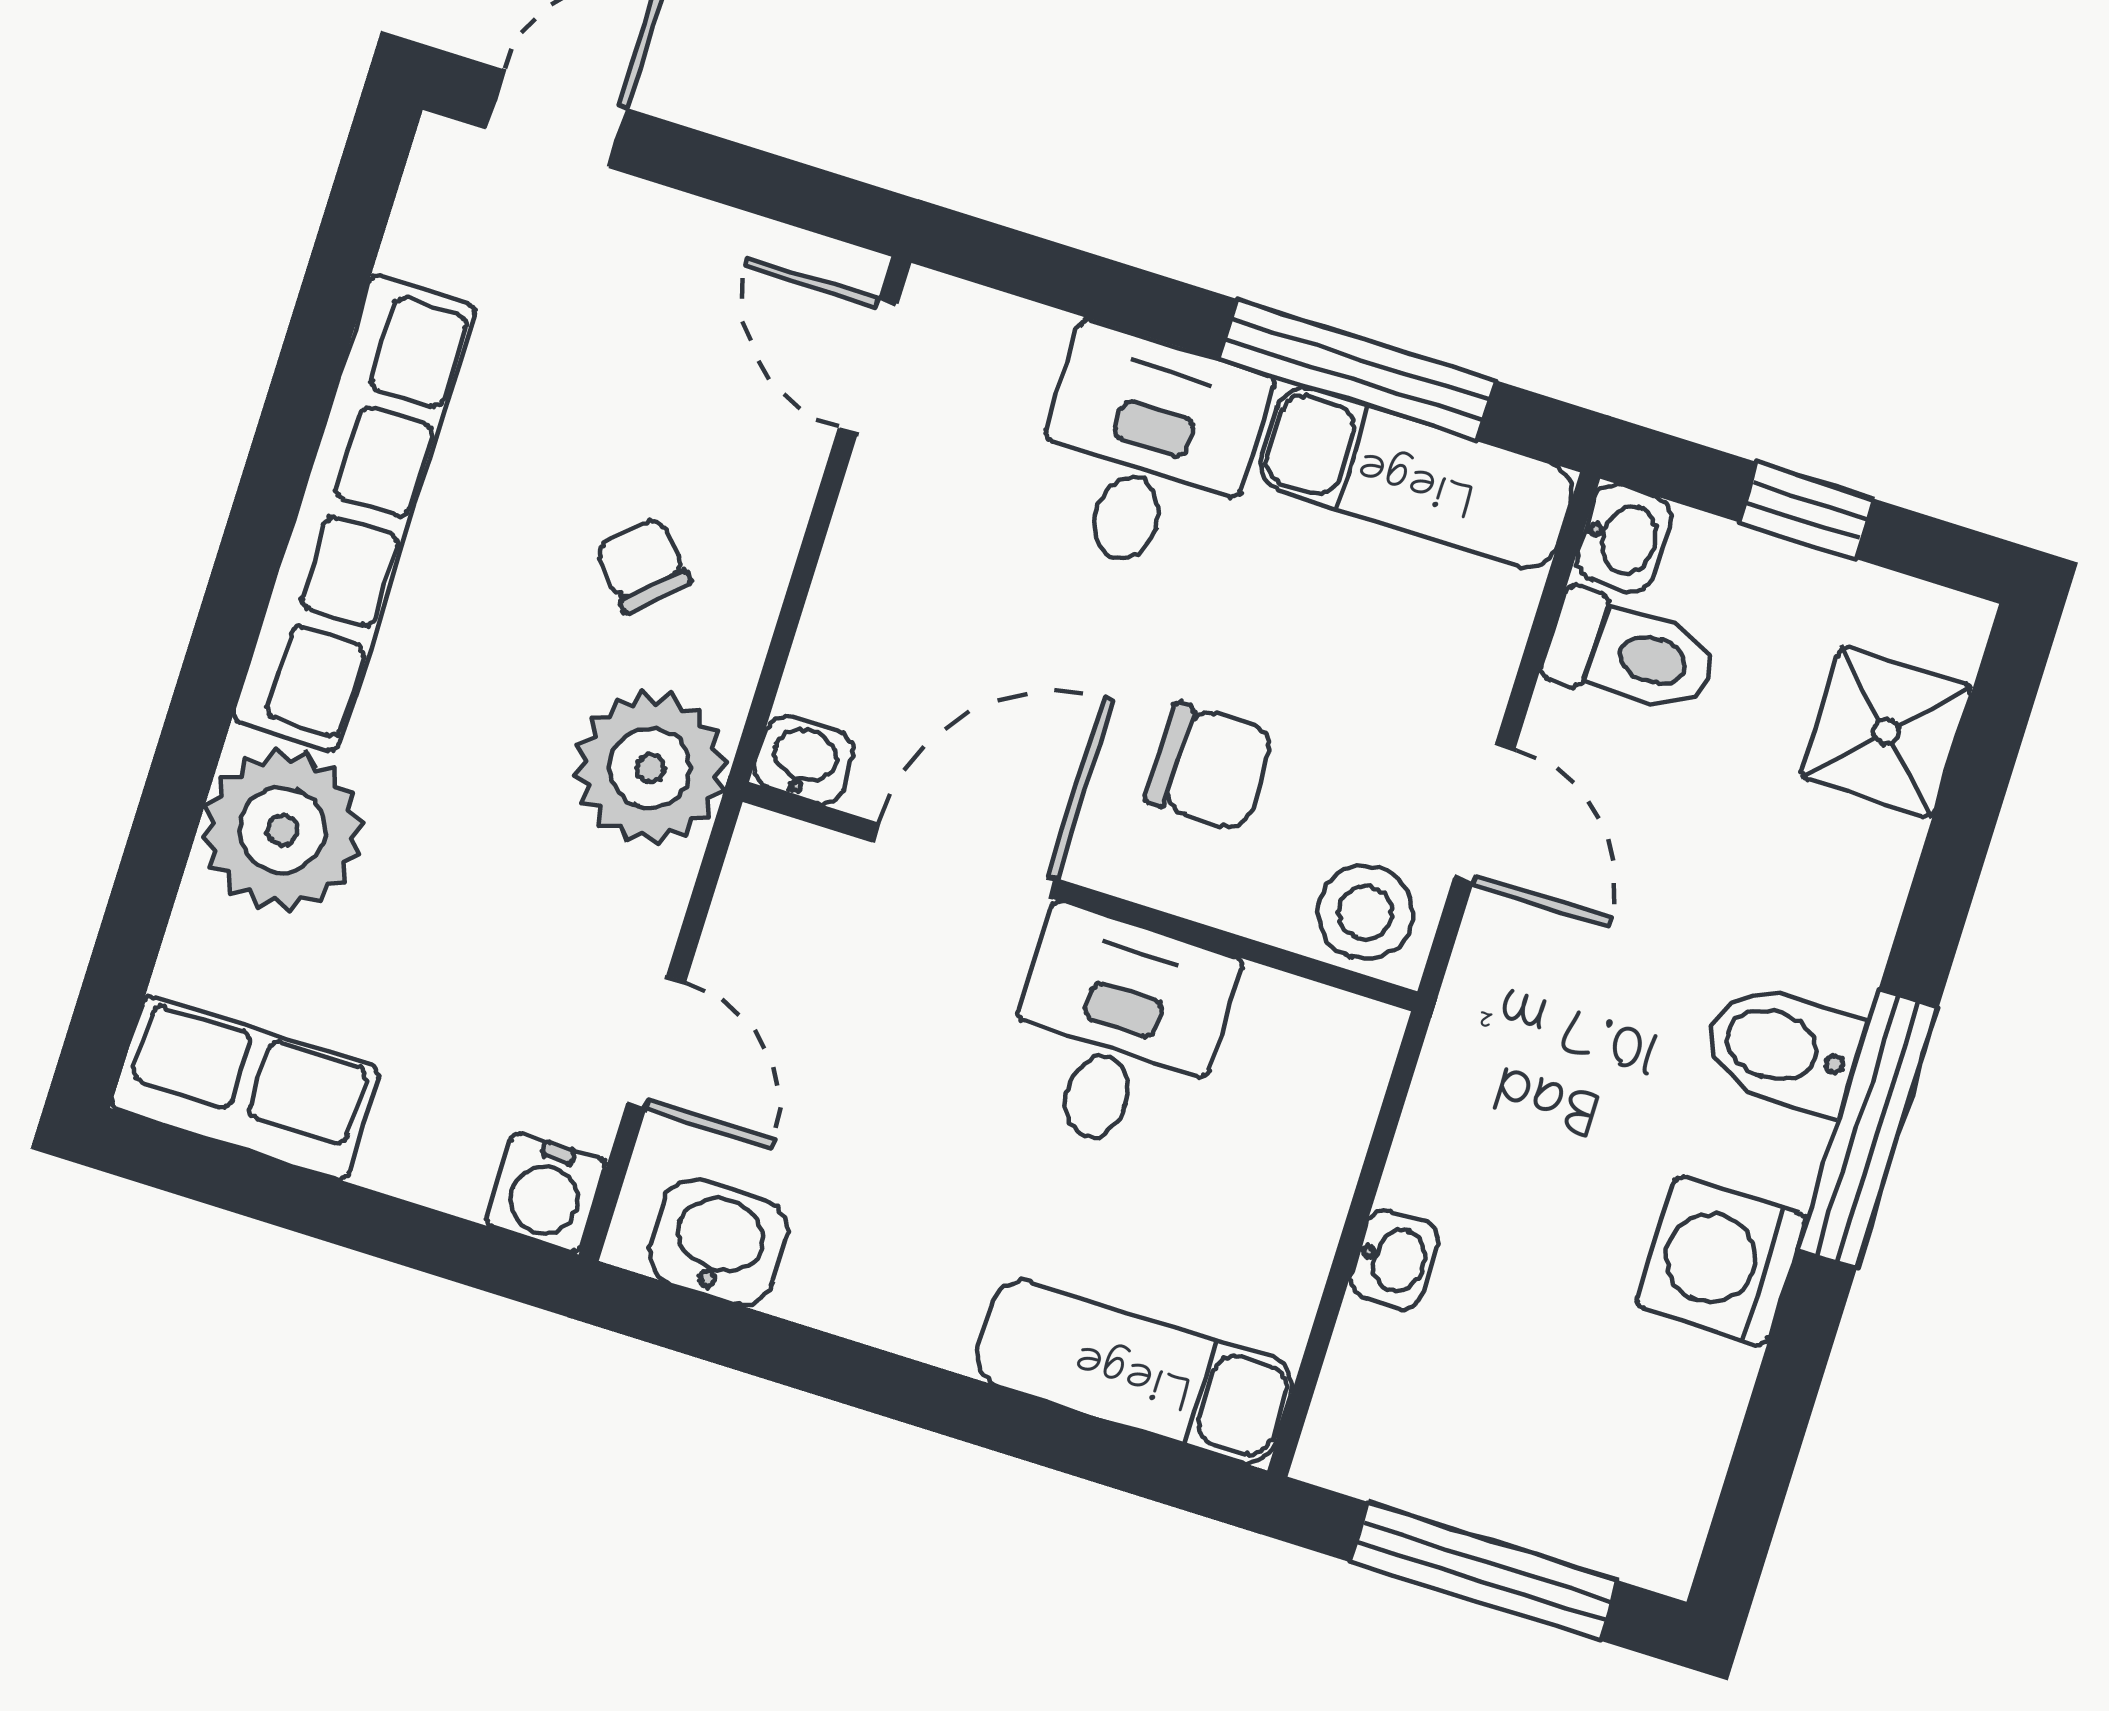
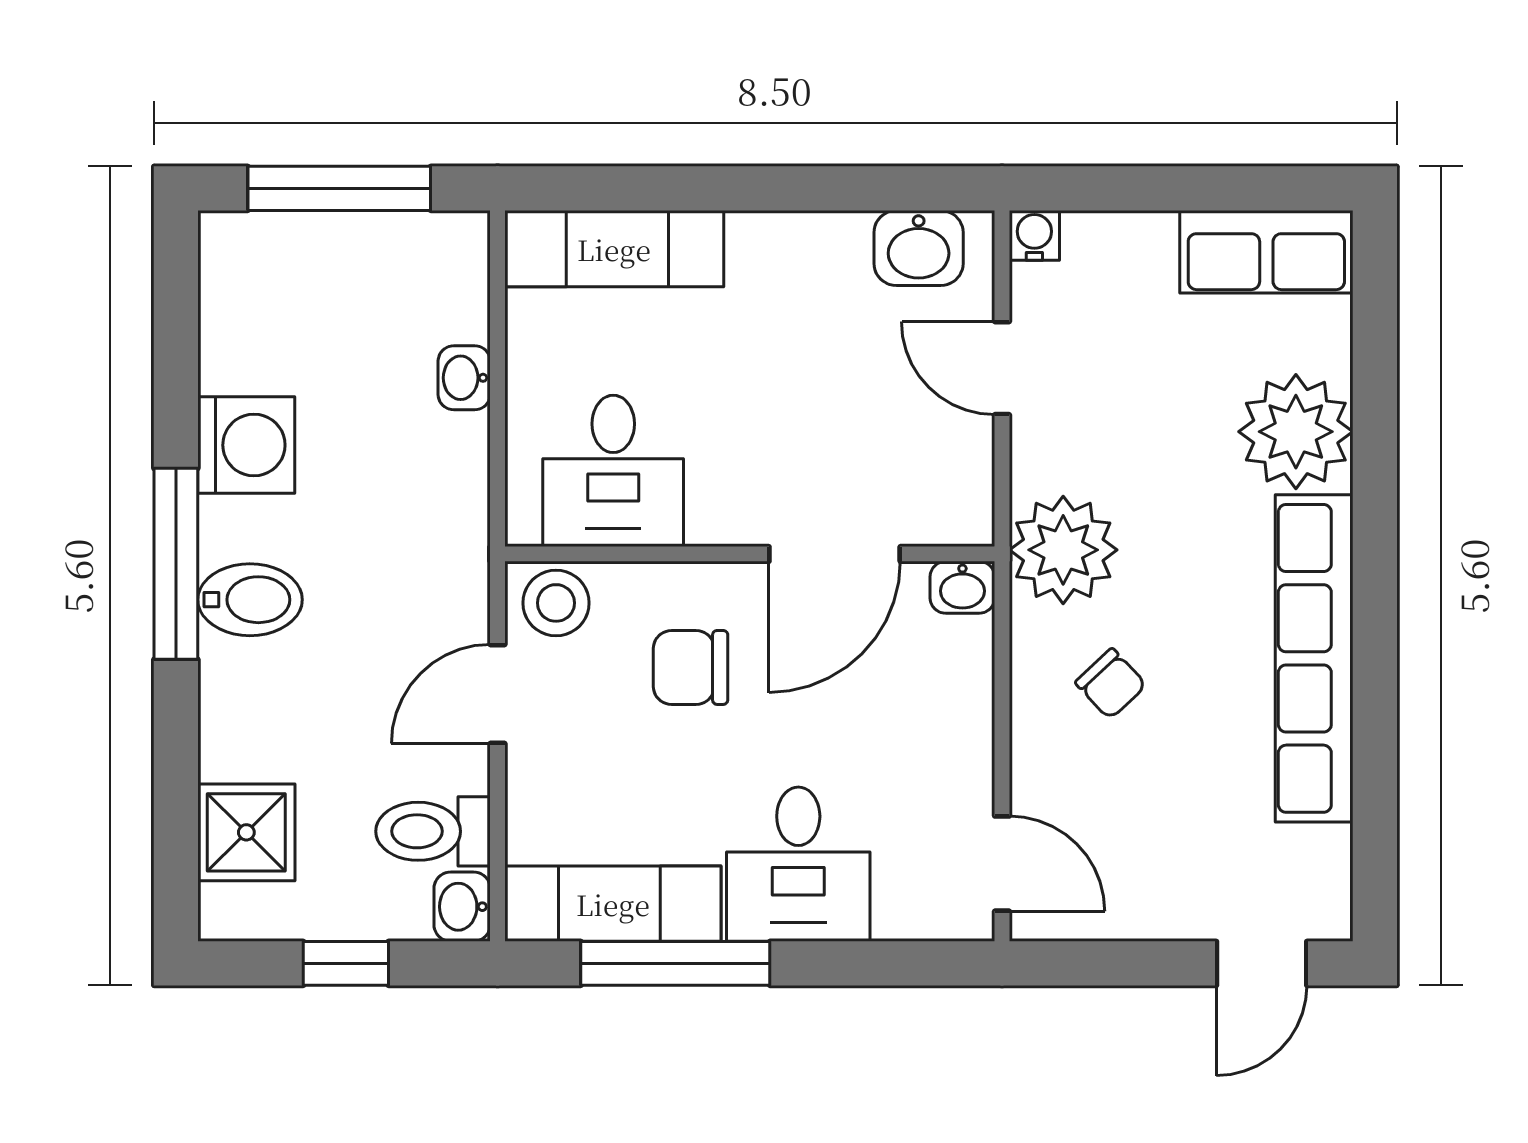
door: (1484, 813) -> (498, 694), hinge flipped
desk: (1117, 1033) -> (613, 471), moved
water cooler: (546, 1193) -> (1034, 235), width x0.72, depth x0.72

